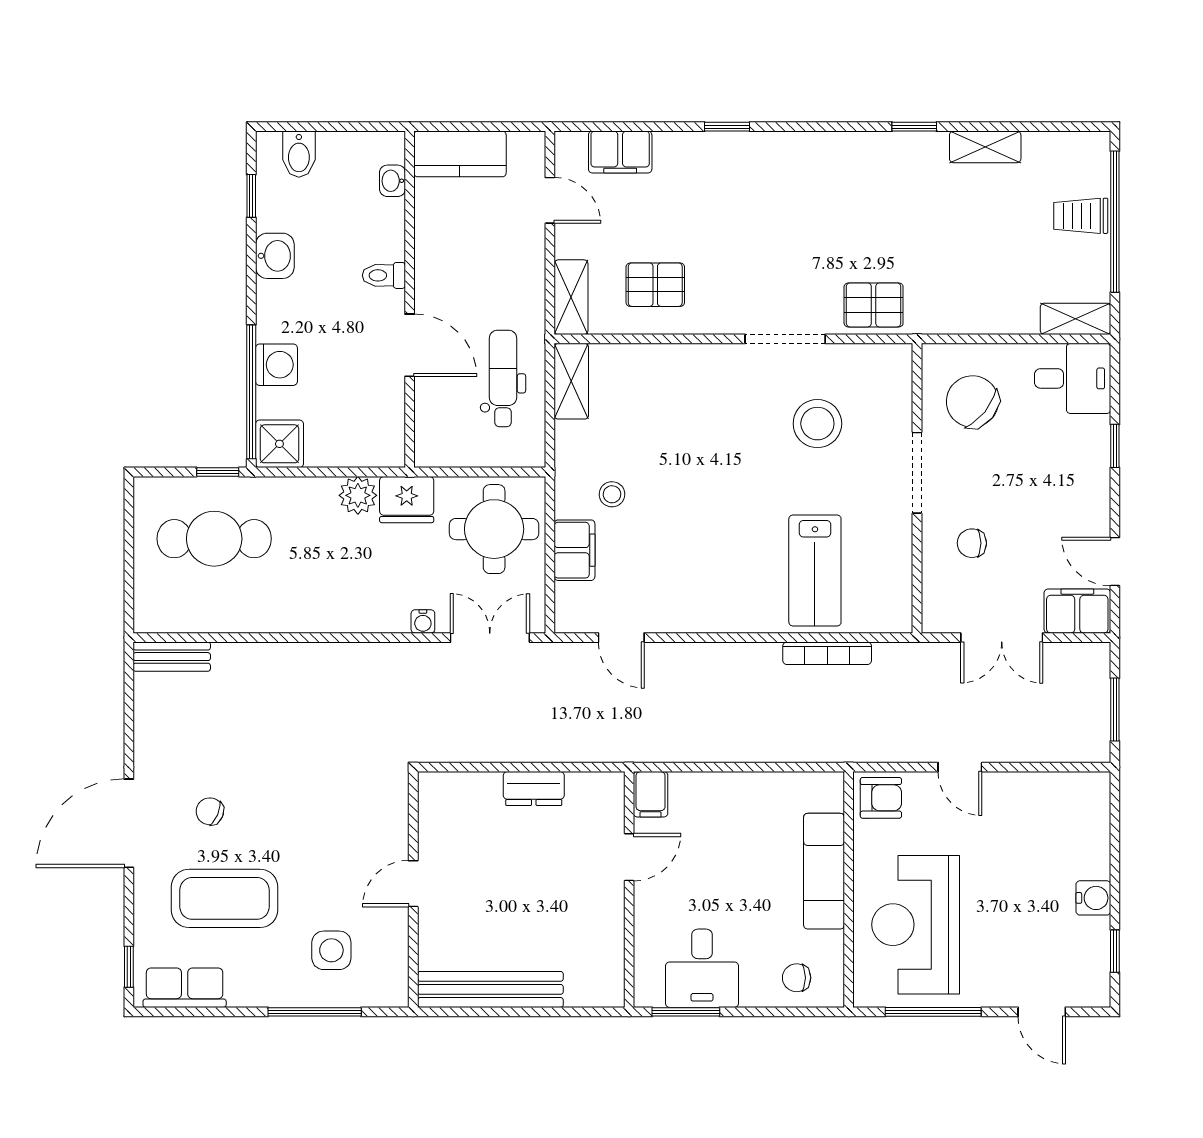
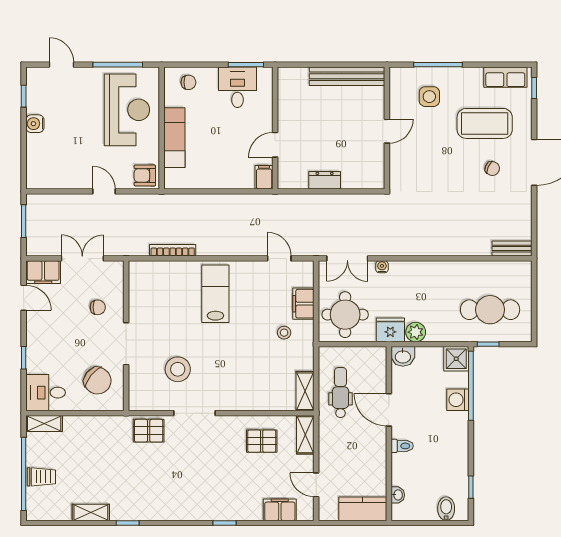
washbasin: (275, 256) -> (403, 356), moved, turned -90
dental chair: (503, 378) -> (340, 393), turned 180
lab bench: (815, 570) -> (215, 294), moved

